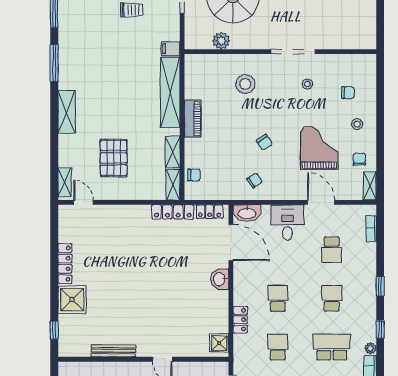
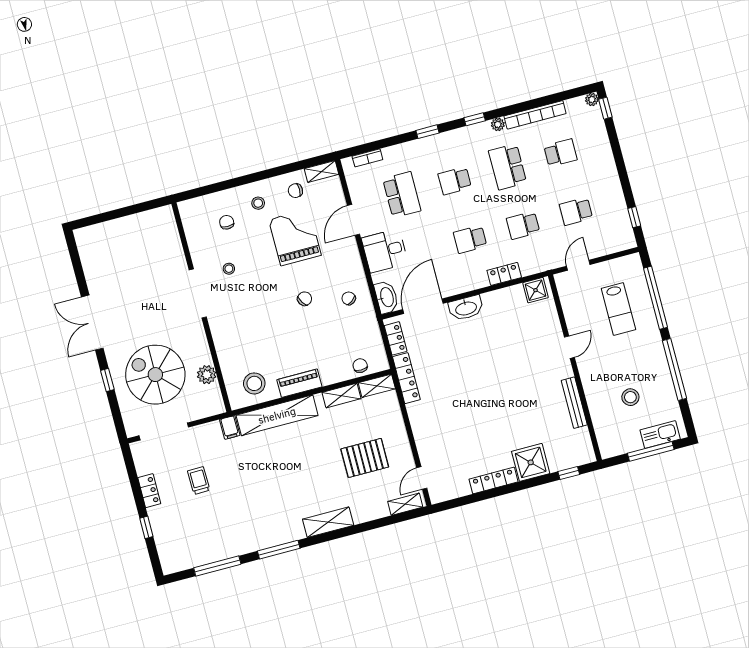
stool: (245, 84) -> (254, 383), moved
grand piano: (319, 148) -> (295, 237), turned 90
school desk: (332, 250) -> (402, 195), width x1.85
washbasin: (220, 279) -> (466, 308), width x1.38

